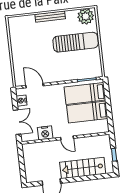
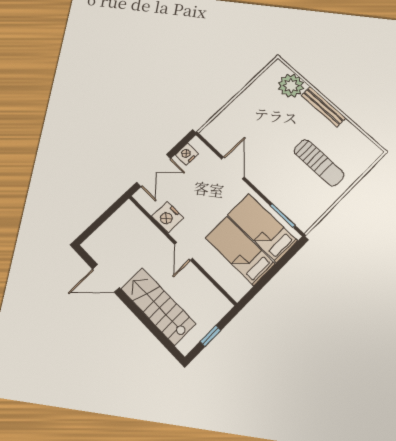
plant: (86, 16) -> (291, 86), moved
sun lounger: (76, 42) -> (319, 163), width x0.73, depth x0.75
door: (35, 86) -> (233, 168), moved

